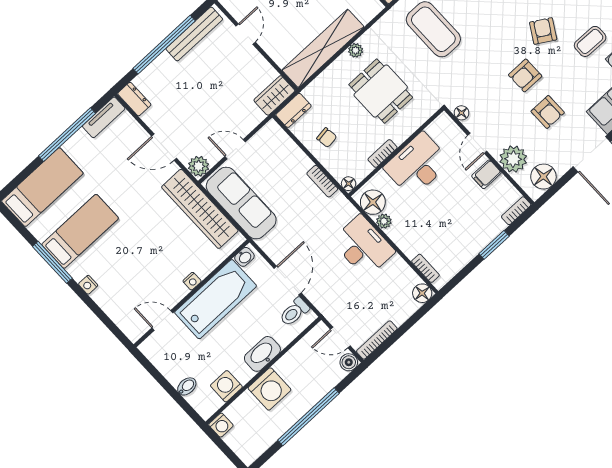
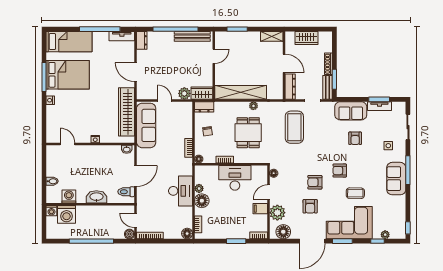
armchair: (543, 31) -> (340, 171), turned -121
plant: (199, 166) -> (184, 93), moved
floor lamp: (373, 202) -> (202, 201), moved
bed: (80, 231) -> (68, 75), width x1.50
bathtub: (216, 299) -> (98, 156), removed
washing machine: (269, 389) -> (67, 214), moved

